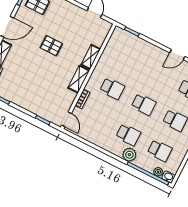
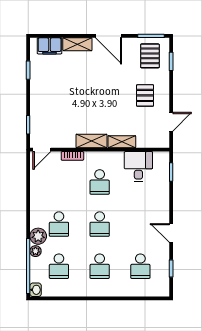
pallet: (51, 46) -> (145, 95), moved
desk: (115, 54) -> (138, 167), added
plant: (158, 172) -> (35, 251), moved

